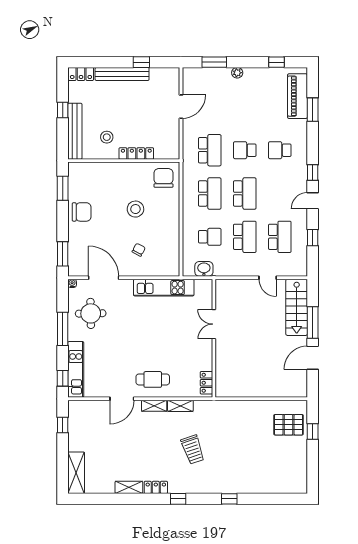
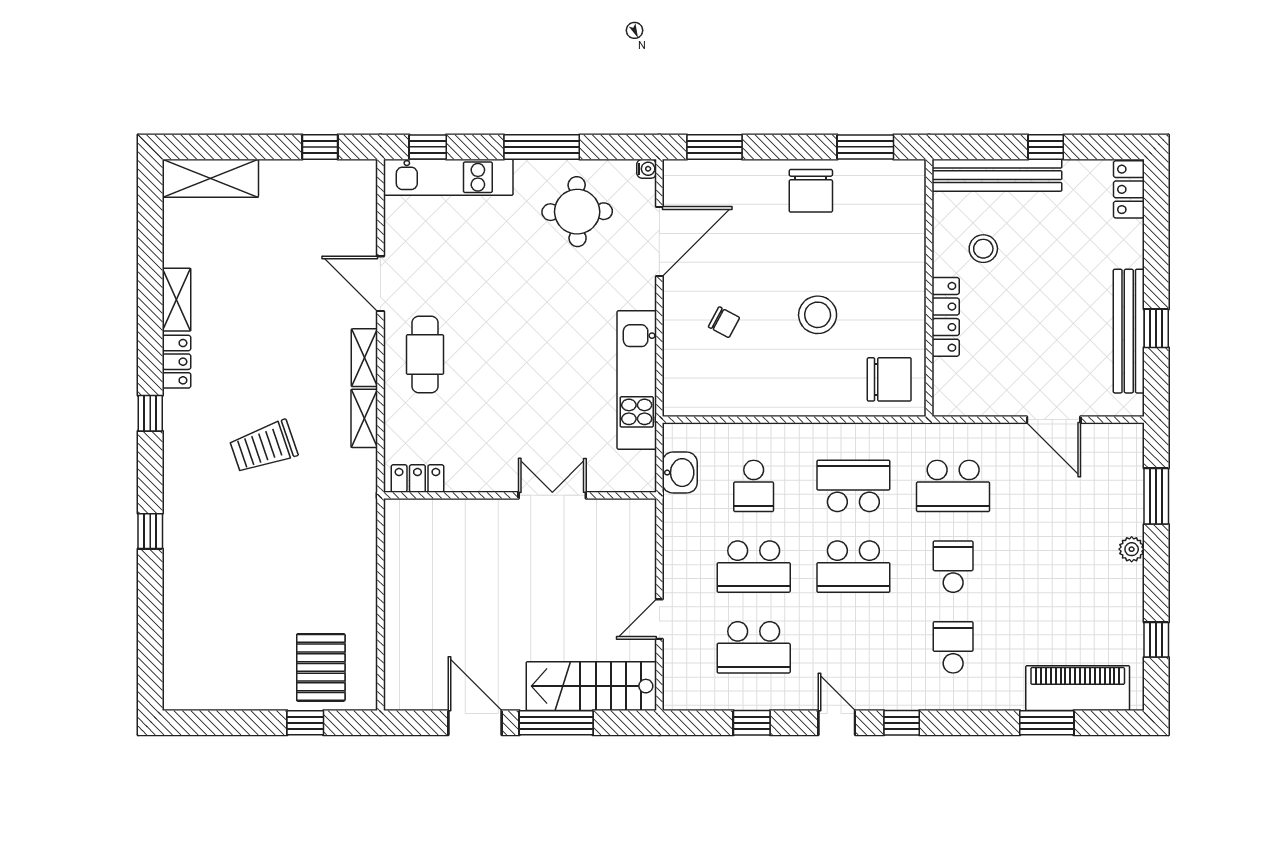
bench: (122, 74) -> (1129, 331), moved
school desk: (210, 194) -> (853, 486), turned 180

